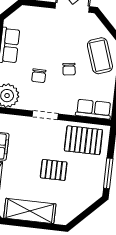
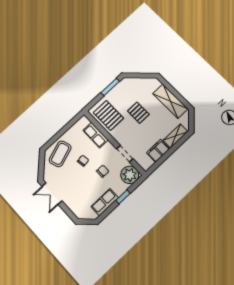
row of seats: (94, 109) -> (96, 135), moved
doorway: (45, 115) -> (125, 154), moved

